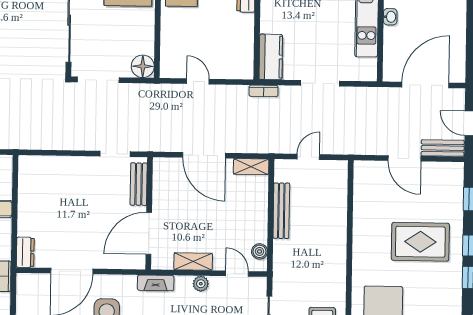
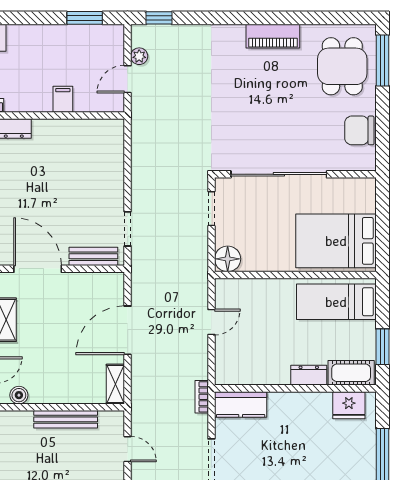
doorway: (98, 80) -> (211, 209), width x0.73

